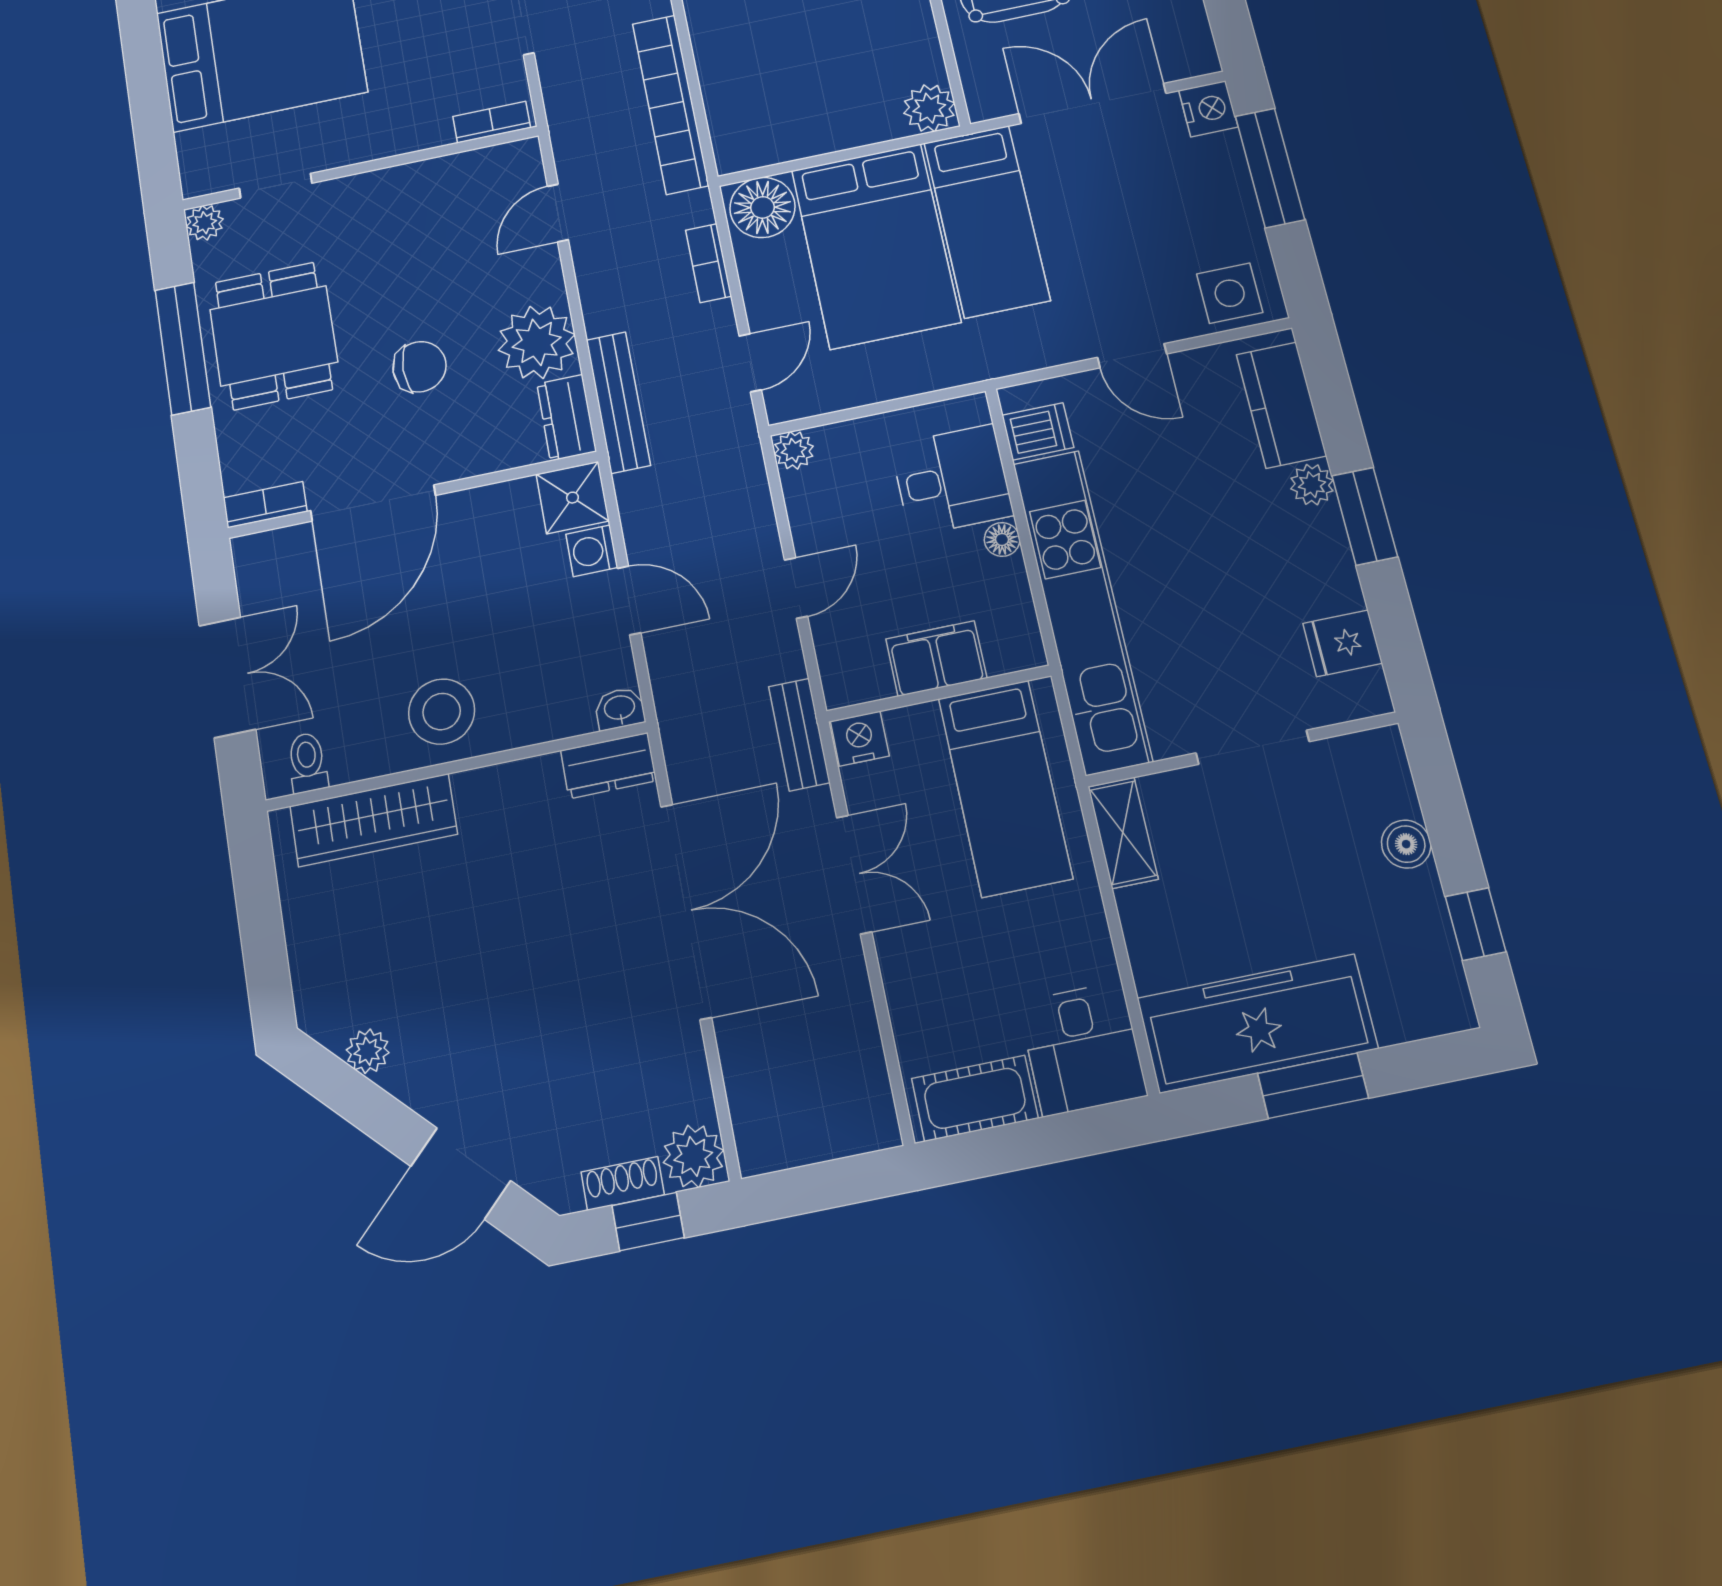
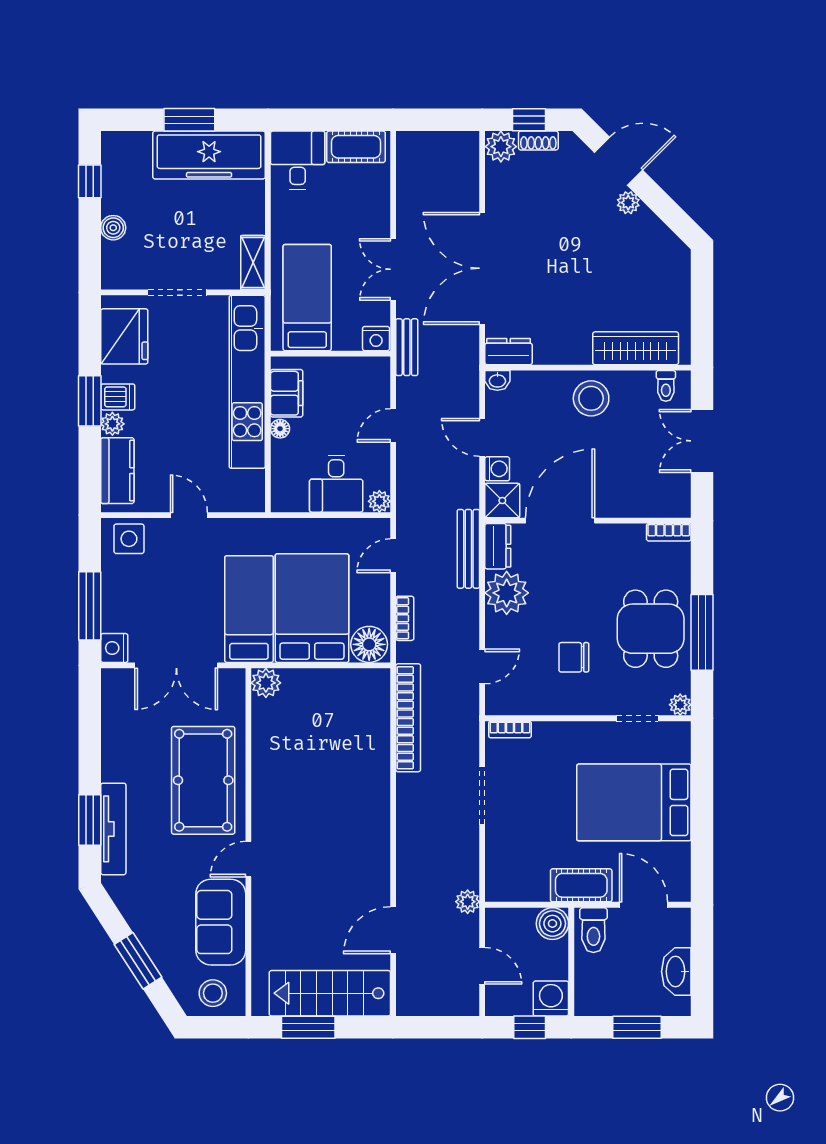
chair: (420, 367) -> (574, 657), moved
dishwasher: (1038, 431) -> (118, 397), moved, turned 180
desk: (952, 480) -> (336, 484), moved, turned -90
door: (373, 503) -> (560, 521), moved
fridge: (1343, 643) -> (124, 336), width x1.88, depth x1.34
filing cabinet: (936, 658) -> (287, 393), moved, turned -90
plant: (368, 1051) -> (628, 203), moved

